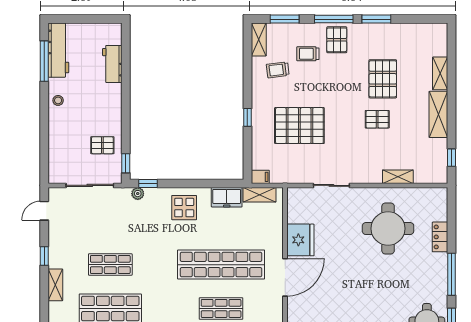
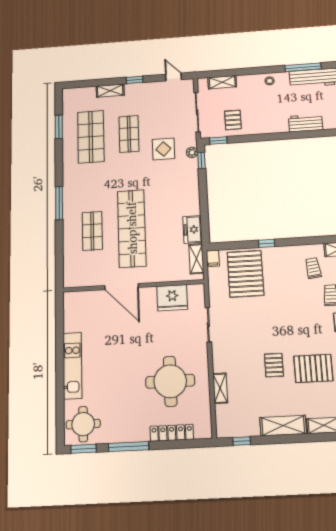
pallet: (299, 126) -> (246, 274), moved
shelving: (55, 155) -> (222, 82), added
display table: (184, 208) -> (163, 149), moved
locker: (440, 237) -> (172, 433), width x1.53
fridge: (300, 240) -> (172, 298), moved

